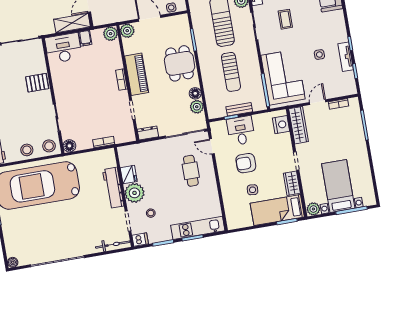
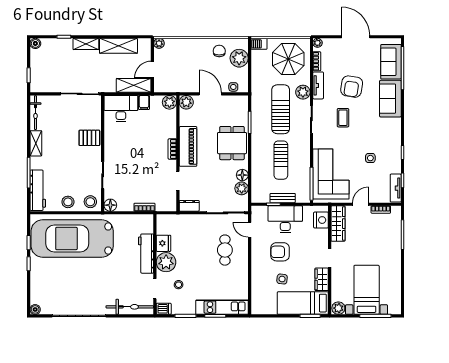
tv unit: (346, 57) -> (396, 188), moved
desk: (241, 131) -> (285, 219), width x1.37
bicycle: (113, 245) -> (130, 307), width x1.37, depth x1.40

